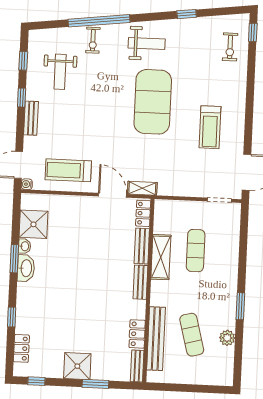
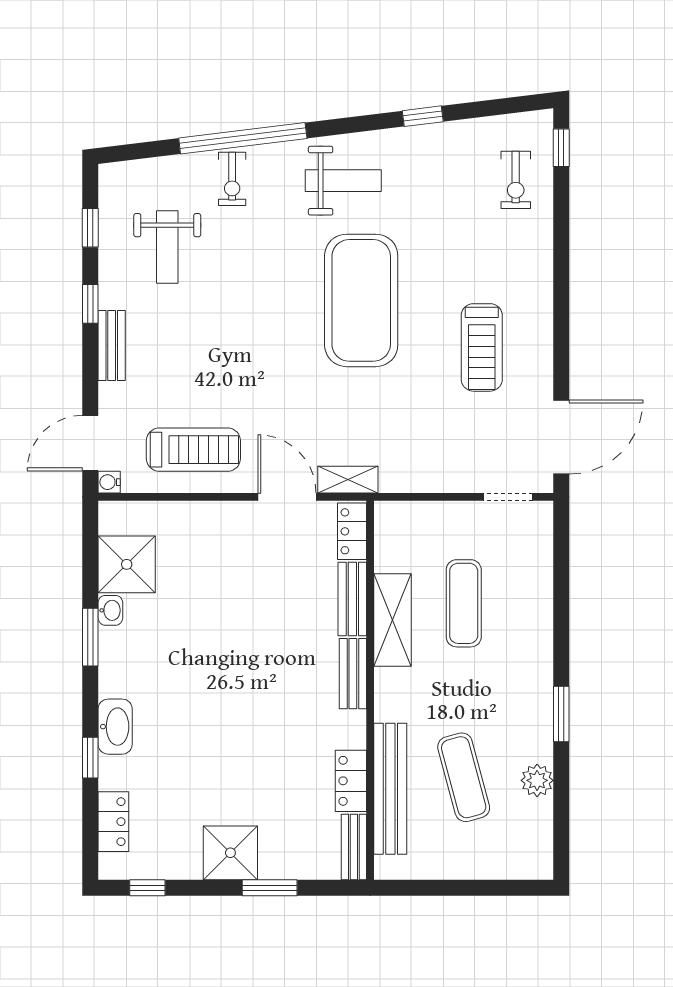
treadmill: (68, 170) -> (193, 450), turned 180
washbasin: (26, 268) -> (115, 727), moved

